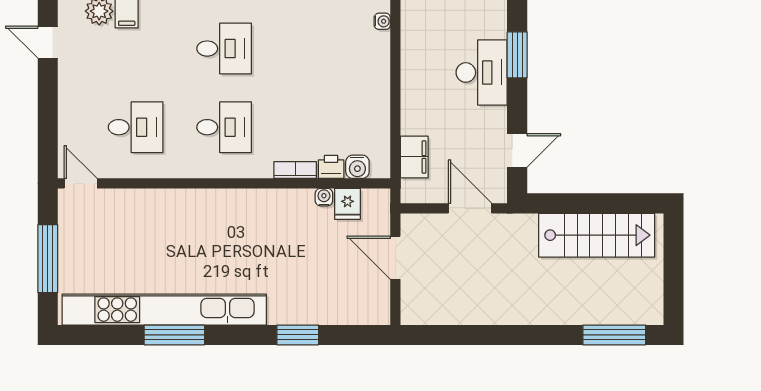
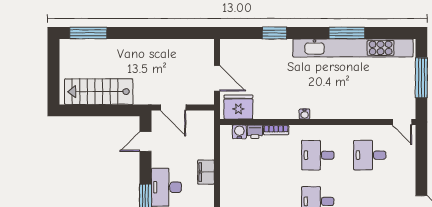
filing cabinet: (414, 157) -> (206, 172), moved
water cooler: (324, 197) -> (304, 114), moved
fridge: (348, 204) -> (238, 107), width x1.88, depth x1.34

